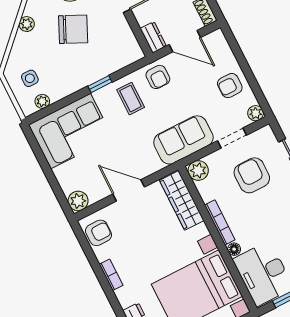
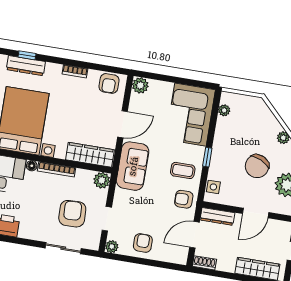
dresser: (153, 37) -> (217, 216), width x1.44
side table: (30, 78) -> (213, 187), moved
sofa: (183, 140) -> (133, 166), moved
armchair: (252, 175) -> (72, 214), turned -92

